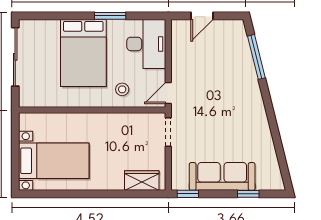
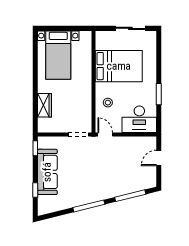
door: (202, 16) -> (159, 158), hinge flipped
bed: (83, 53) -> (119, 66), moved, turned 180
sliding door: (15, 57) -> (130, 28), width x0.73
window: (271, 117) -> (89, 206), added
wardrobe: (142, 180) -> (45, 105), moved

